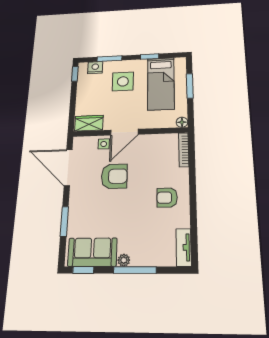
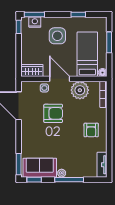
window: (109, 59) -> (34, 15), moved
bed: (161, 84) -> (87, 54), moved, turned 180
door: (124, 132) -> (60, 79), swing flipped
plant: (151, 145) -> (80, 90), added
armchair: (167, 198) -> (91, 130), turned -90
window: (64, 222) -> (19, 164), moved

